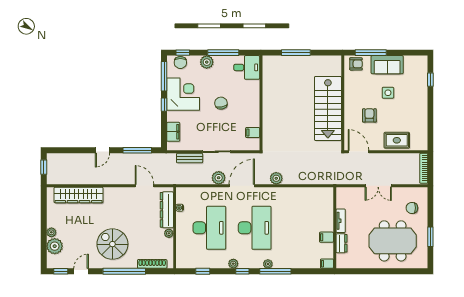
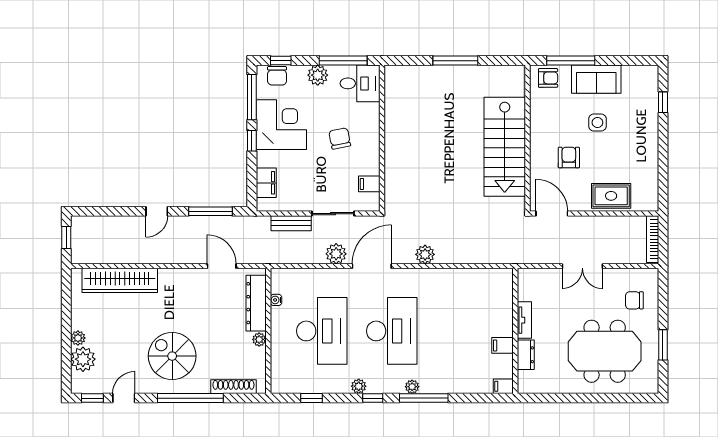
desk: (247, 67) -> (360, 83), moved
wall: (261, 103) -> (382, 138), moved
filing cabinet: (253, 133) -> (369, 184), moved

